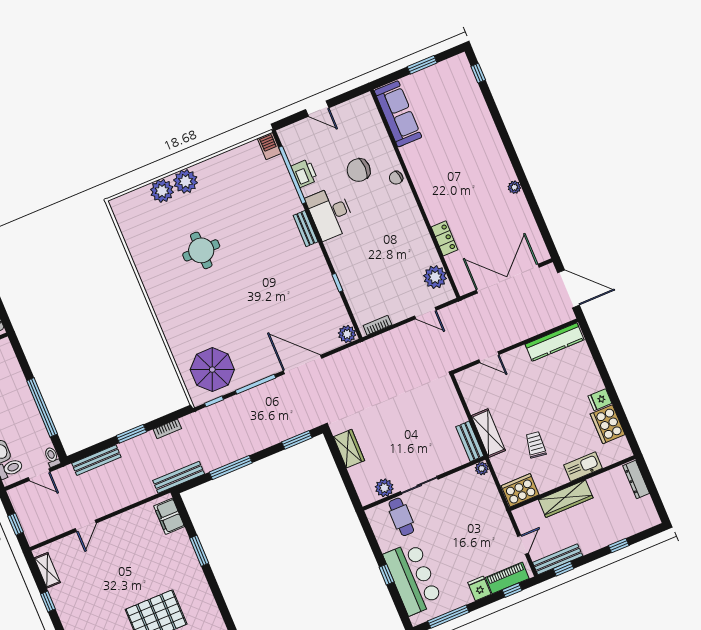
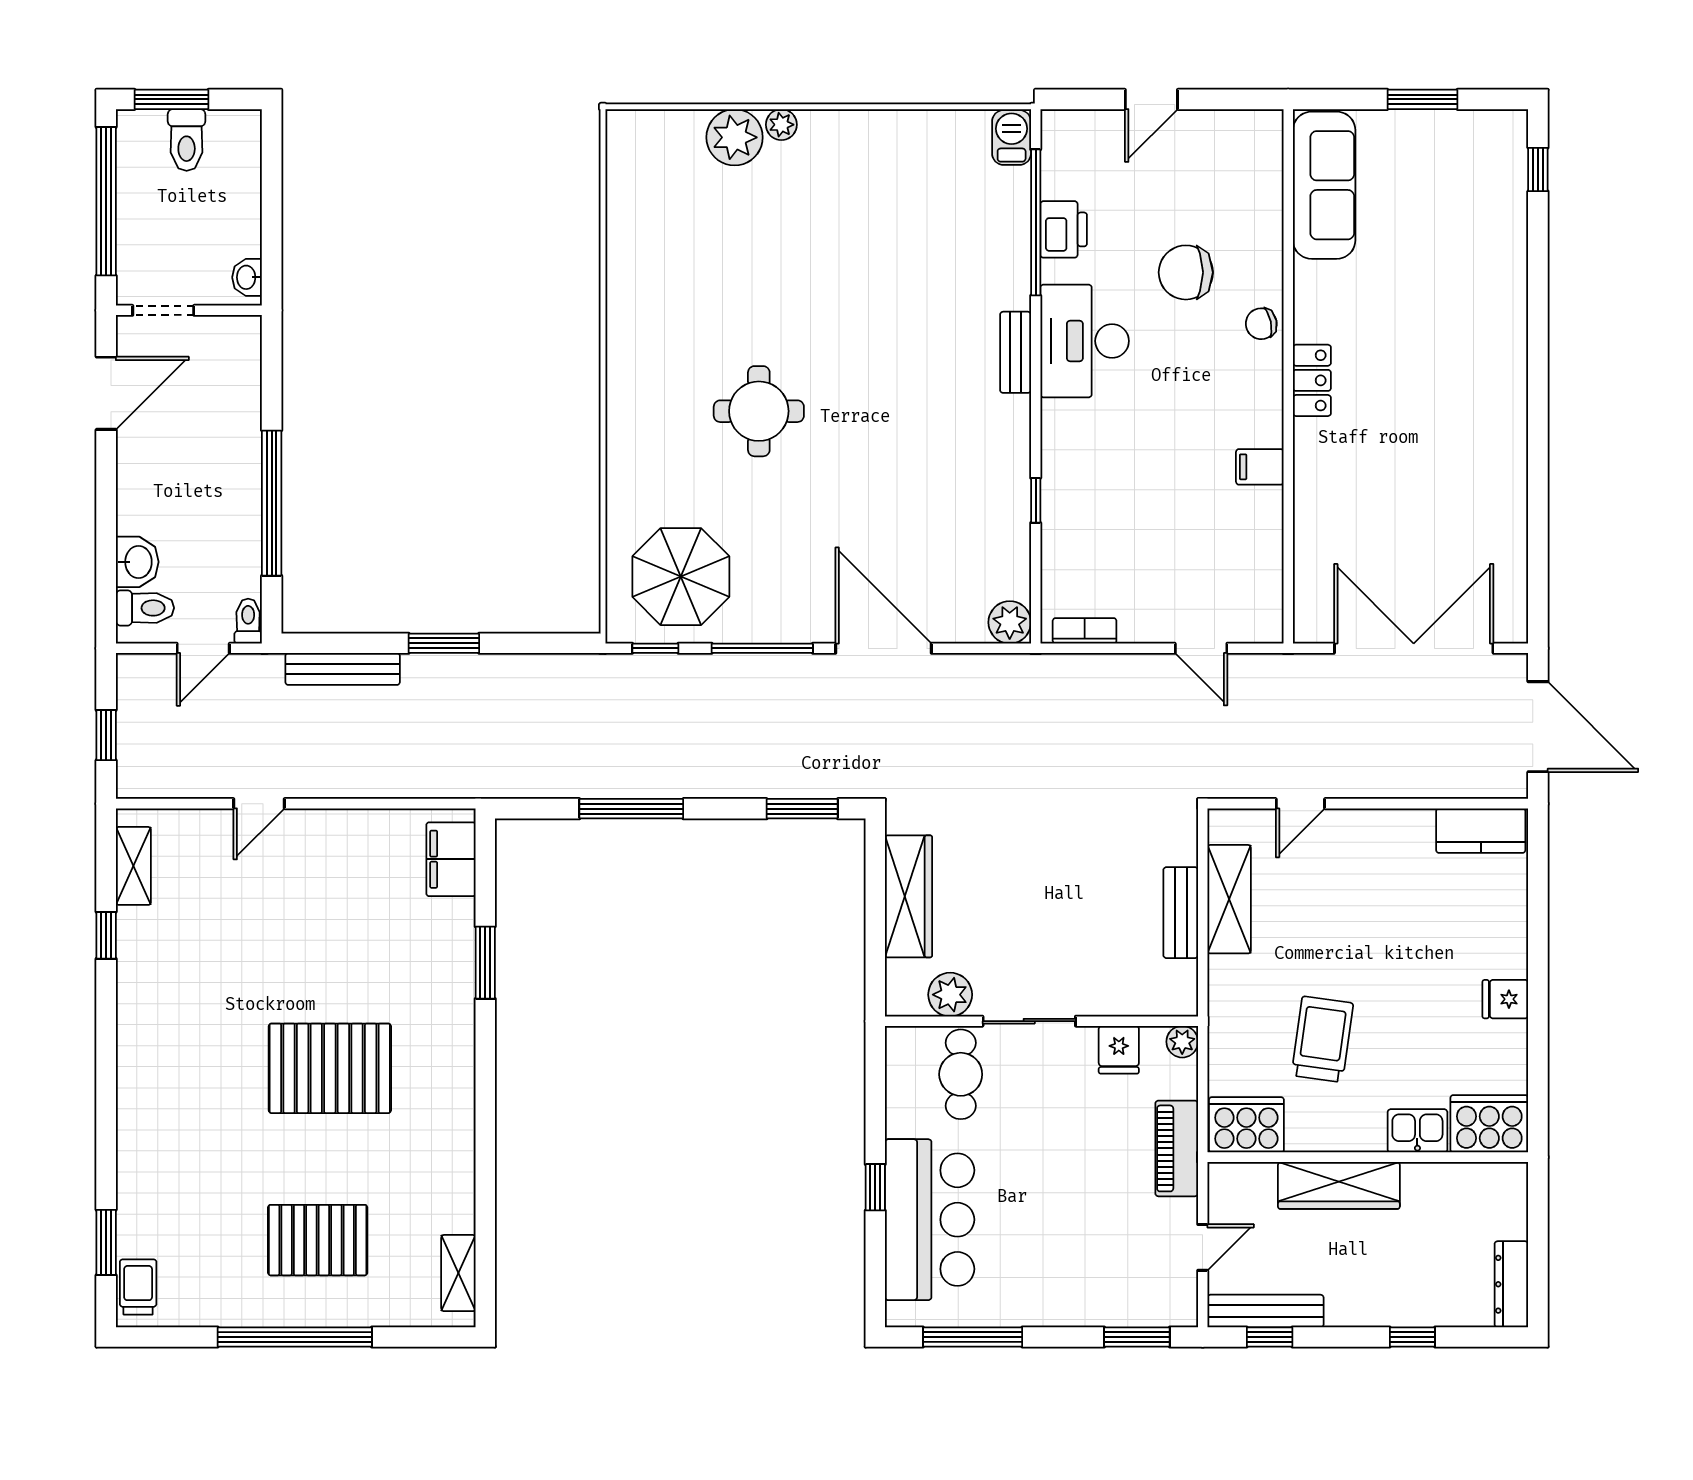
door: (317, 109) -> (1151, 99), hinge flipped
plant: (186, 181) -> (781, 125), width x0.53, depth x0.53
plant: (514, 187) -> (1513, 453), removed
filing cabinet: (419, 233) -> (1260, 467), added
locker: (444, 238) -> (1312, 380), moved
round table: (201, 250) -> (759, 411), moved
plant: (435, 277) -> (1256, 578), removed
kitchen counter: (555, 342) -> (1481, 831), width x0.67
door: (489, 357) -> (1300, 804), hinge flipped
cooker: (608, 424) -> (1489, 1124), moved, turned 90
bookcase: (167, 429) -> (527, 666), removed
shelving: (488, 433) -> (1229, 899), moved
bench: (470, 441) -> (1181, 913), moved
trolley: (536, 445) -> (1322, 1039), width x1.36, depth x1.39
wardrobe: (349, 449) -> (909, 896), width x1.50
kitchen sink: (583, 467) -> (1417, 1131), width x0.73
door: (39, 475) -> (203, 648), hinge flipped
bench: (179, 477) -> (508, 782), removed
dresser: (636, 480) -> (1511, 1284), moved
piano: (507, 578) -> (1177, 1148), moved, turned -90
fridge: (479, 588) -> (1119, 1050), moved, turned 180
window: (512, 590) -> (1137, 1337), width x1.50

